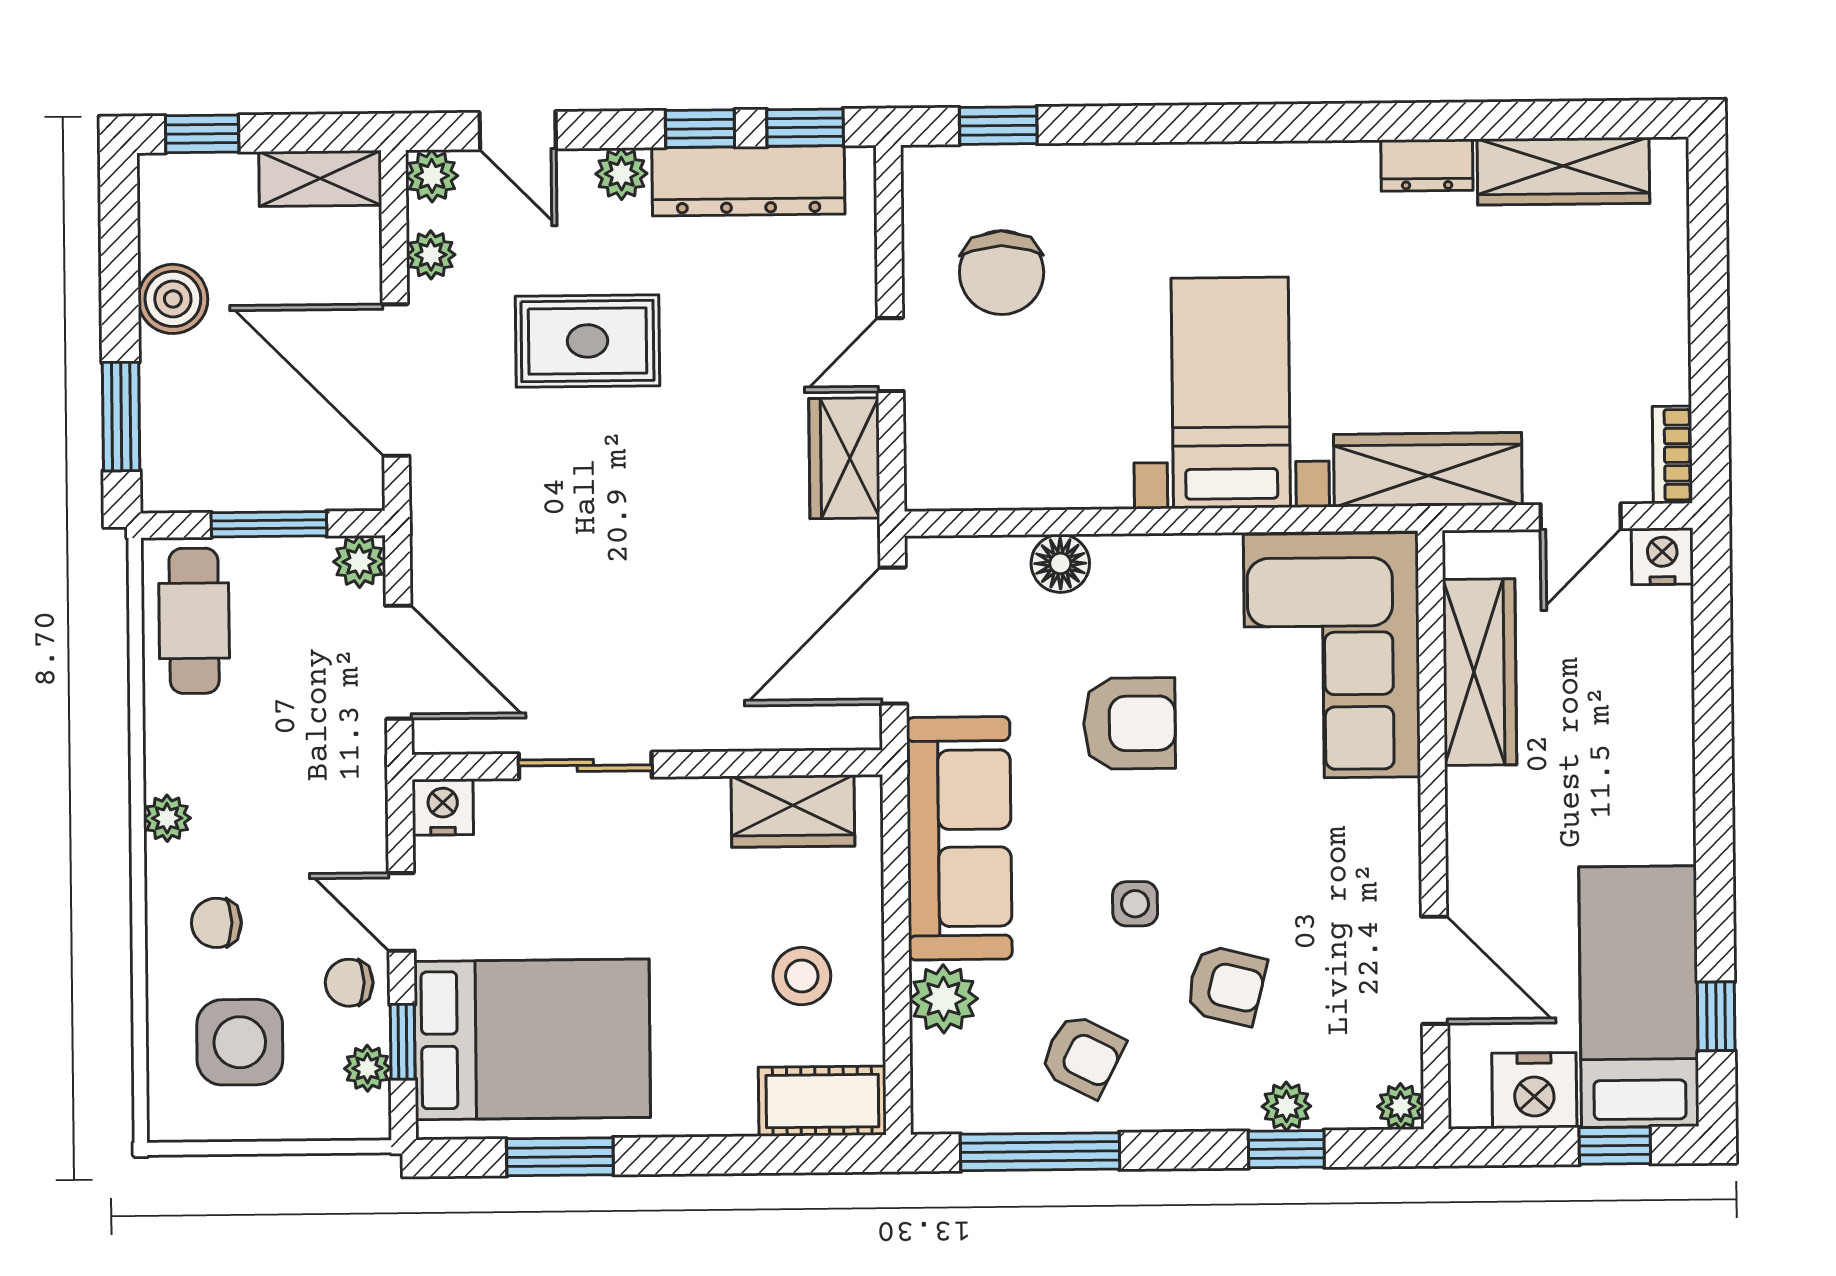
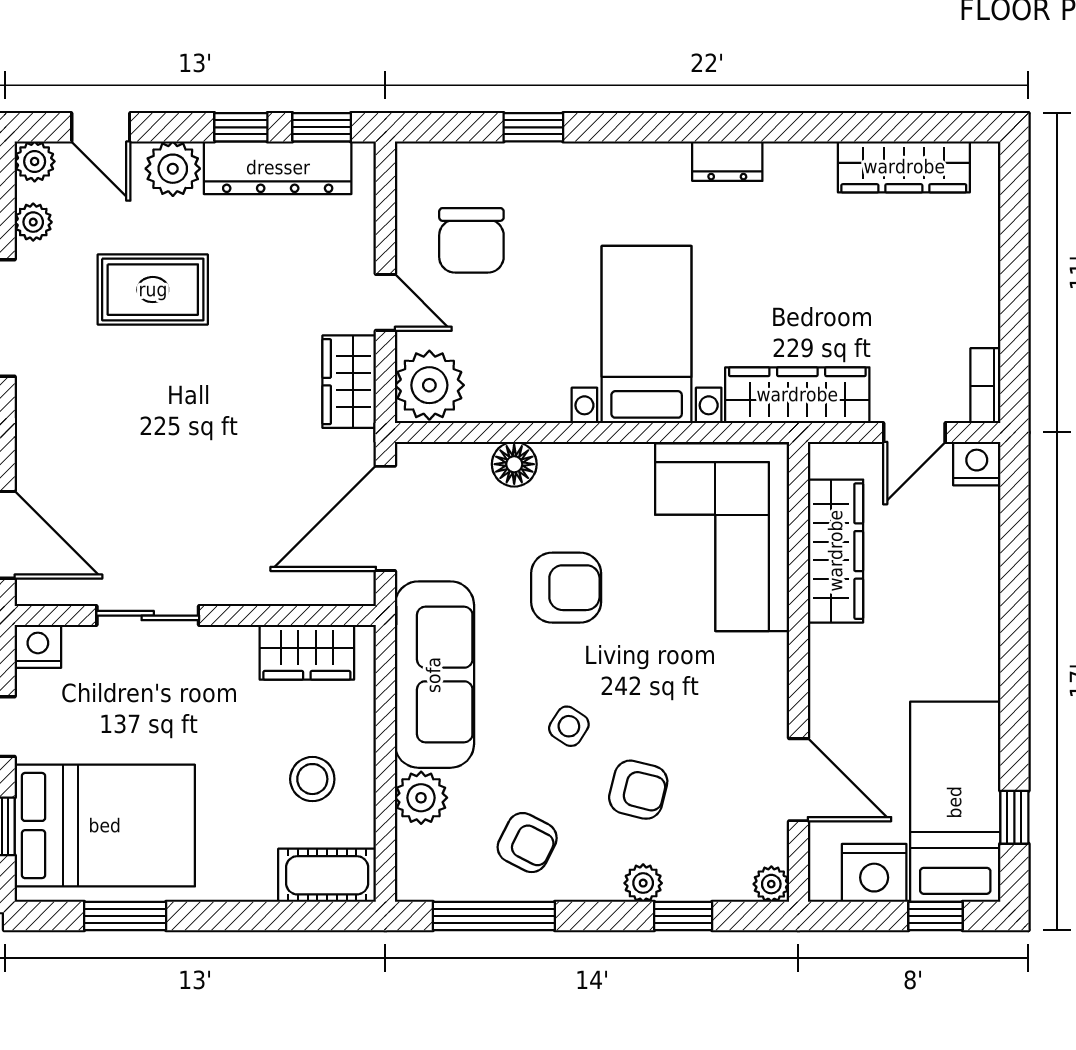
window: (998, 126) -> (533, 127), moved
dresser: (1427, 165) -> (727, 161), moved
plant: (621, 174) -> (173, 169), width x1.38, depth x1.38
door: (890, 355) -> (385, 302), swing flipped
plant: (949, 462) -> (429, 385), added
side table: (1135, 904) -> (569, 726), turned 33
plant: (1286, 1106) -> (643, 883), moved

